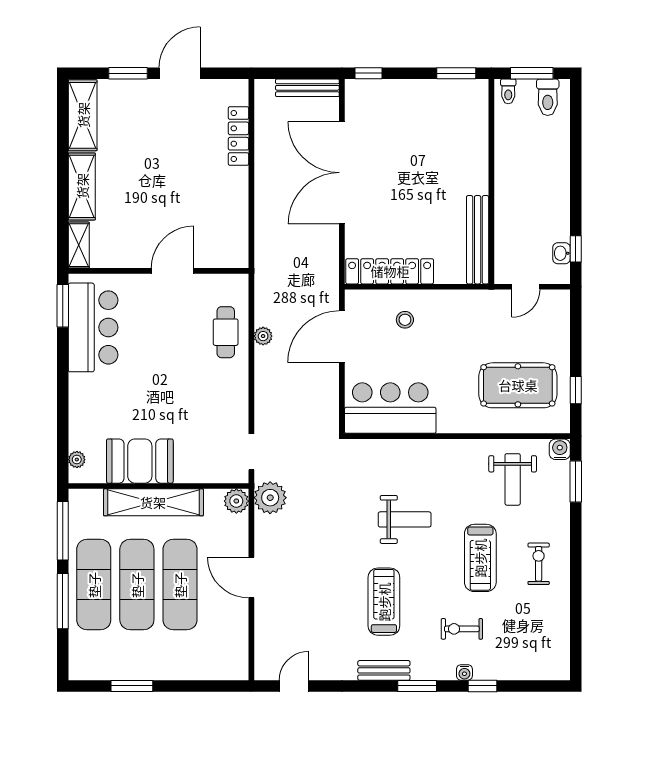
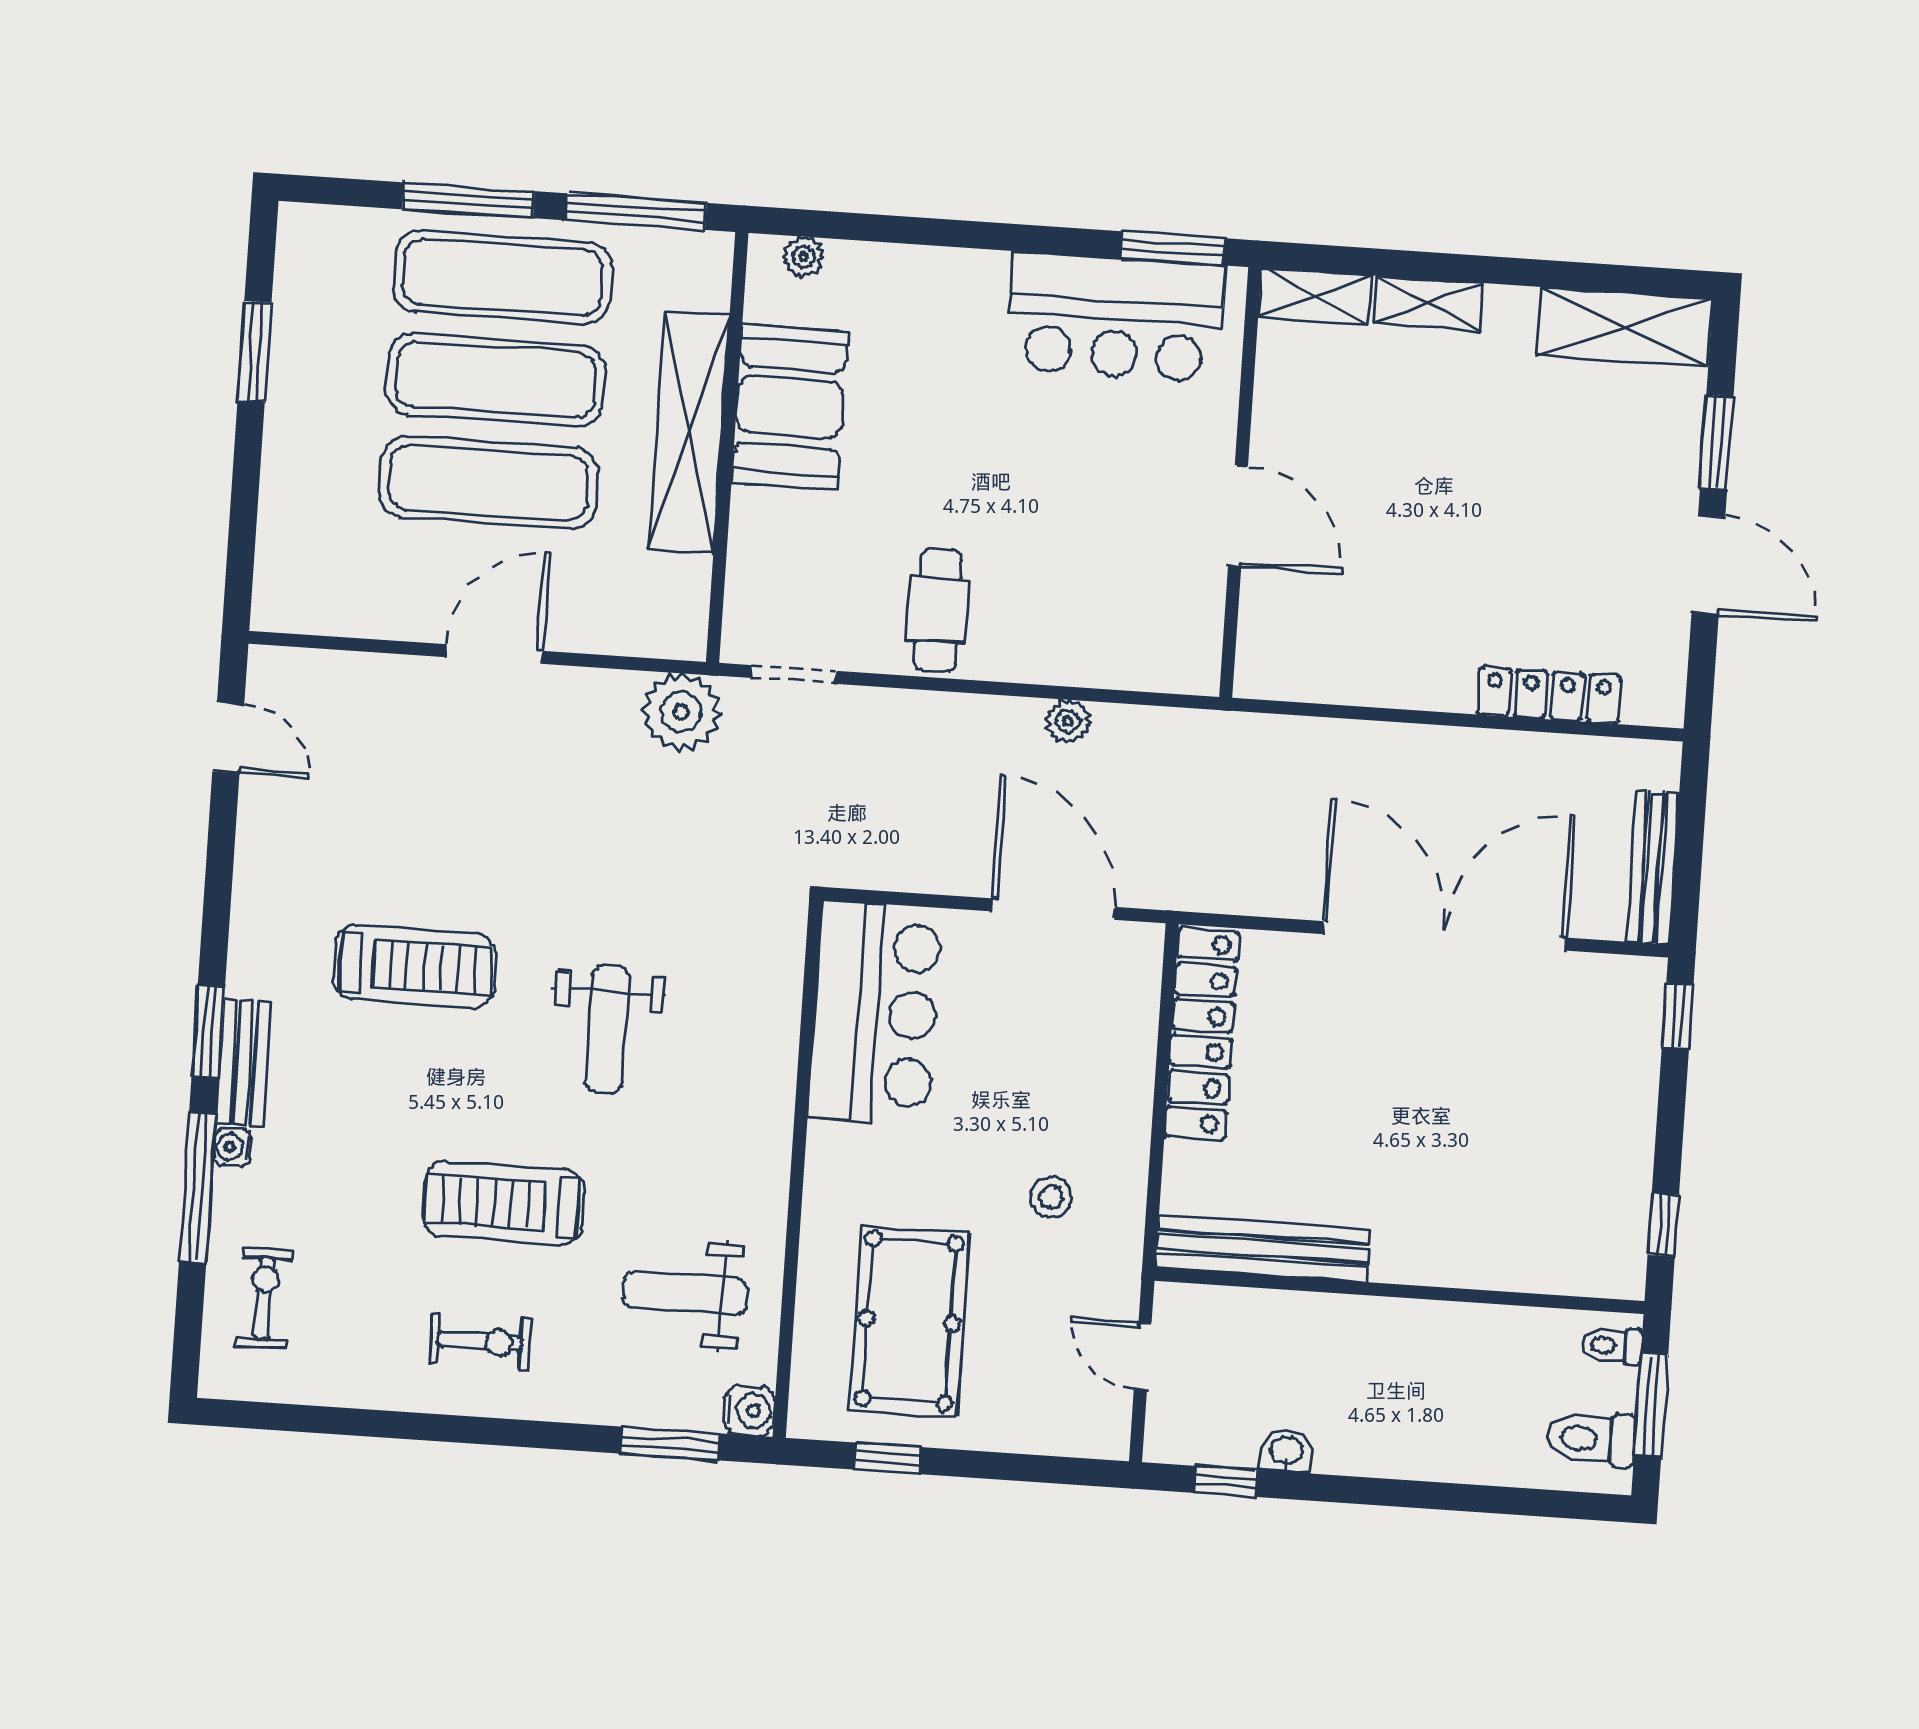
window: (456, 73) -> (1663, 1225), width x0.67
shelving: (82, 186) -> (1428, 303), width x0.67, depth x0.75
washbasin: (561, 253) -> (1286, 1451), moved
stool: (405, 320) -> (1051, 1197), moved
cafe table: (226, 332) -> (938, 610), moved, turned 90
plant: (236, 501) -> (679, 631), removed
exercise bike: (462, 629) -> (264, 1298), moved
bench: (384, 670) -> (243, 1062), moved
window: (482, 686) -> (198, 1188), width x2.17

